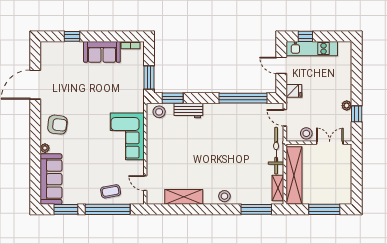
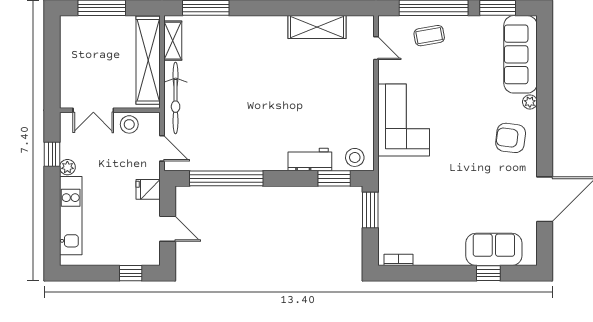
kitchen unit: (312, 49) -> (71, 216), moved, turned 90
sofa: (102, 52) -> (494, 249), moved
stool: (224, 196) -> (255, 28), removed

